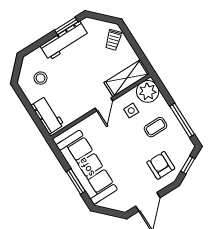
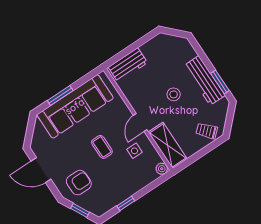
stool: (40, 78) -> (174, 94), moved
plant: (148, 91) -> (162, 169), width x0.53, depth x0.53
door: (104, 104) -> (140, 123), hinge flipped
window: (182, 120) -> (126, 203), width x0.46
coffee table: (156, 127) -> (102, 147), moved

